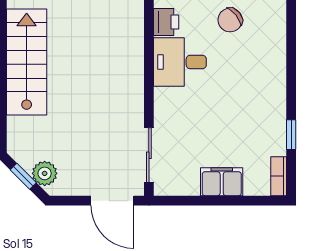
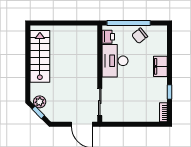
desk: (180, 62) -> (115, 61), width x1.37
plant: (45, 173) -> (40, 102), moved
filing cabinet: (222, 182) -> (160, 66), moved, turned -90

